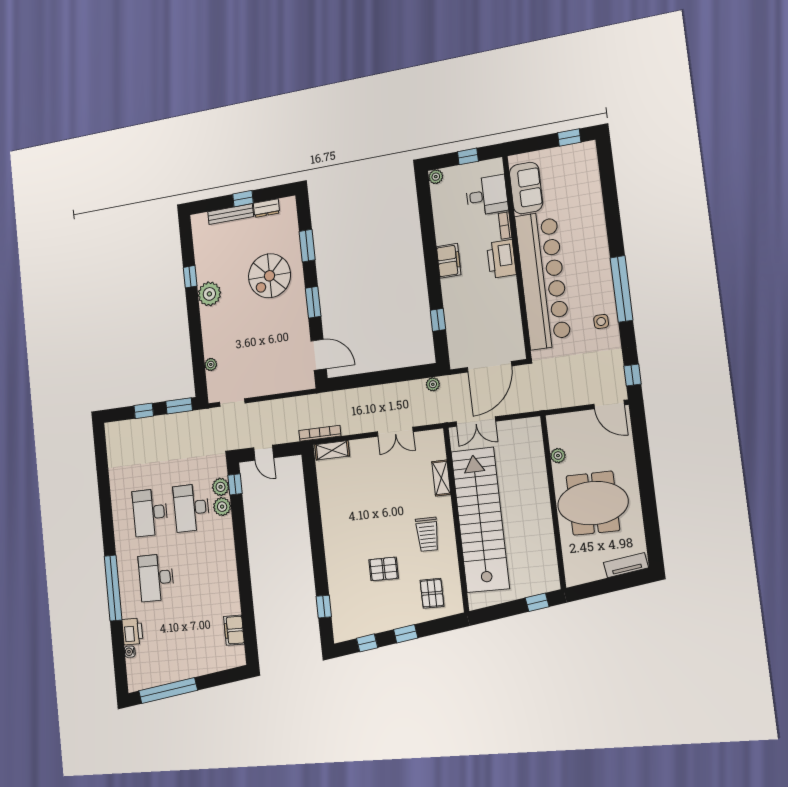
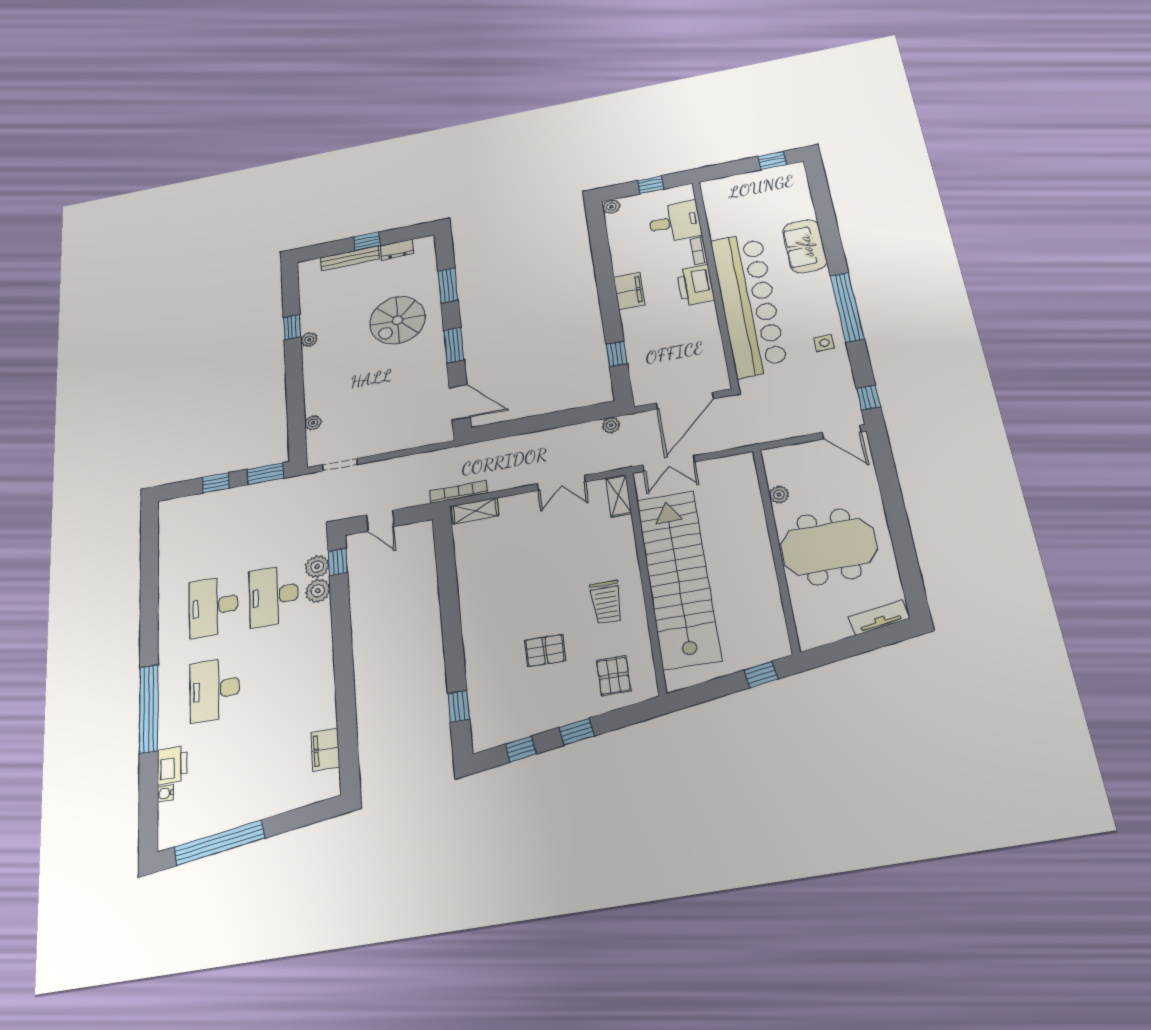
sofa: (526, 188) -> (805, 246), moved, turned 180
plant: (209, 294) -> (309, 340), width x0.53, depth x0.53
shelving: (441, 478) -> (619, 496), moved

